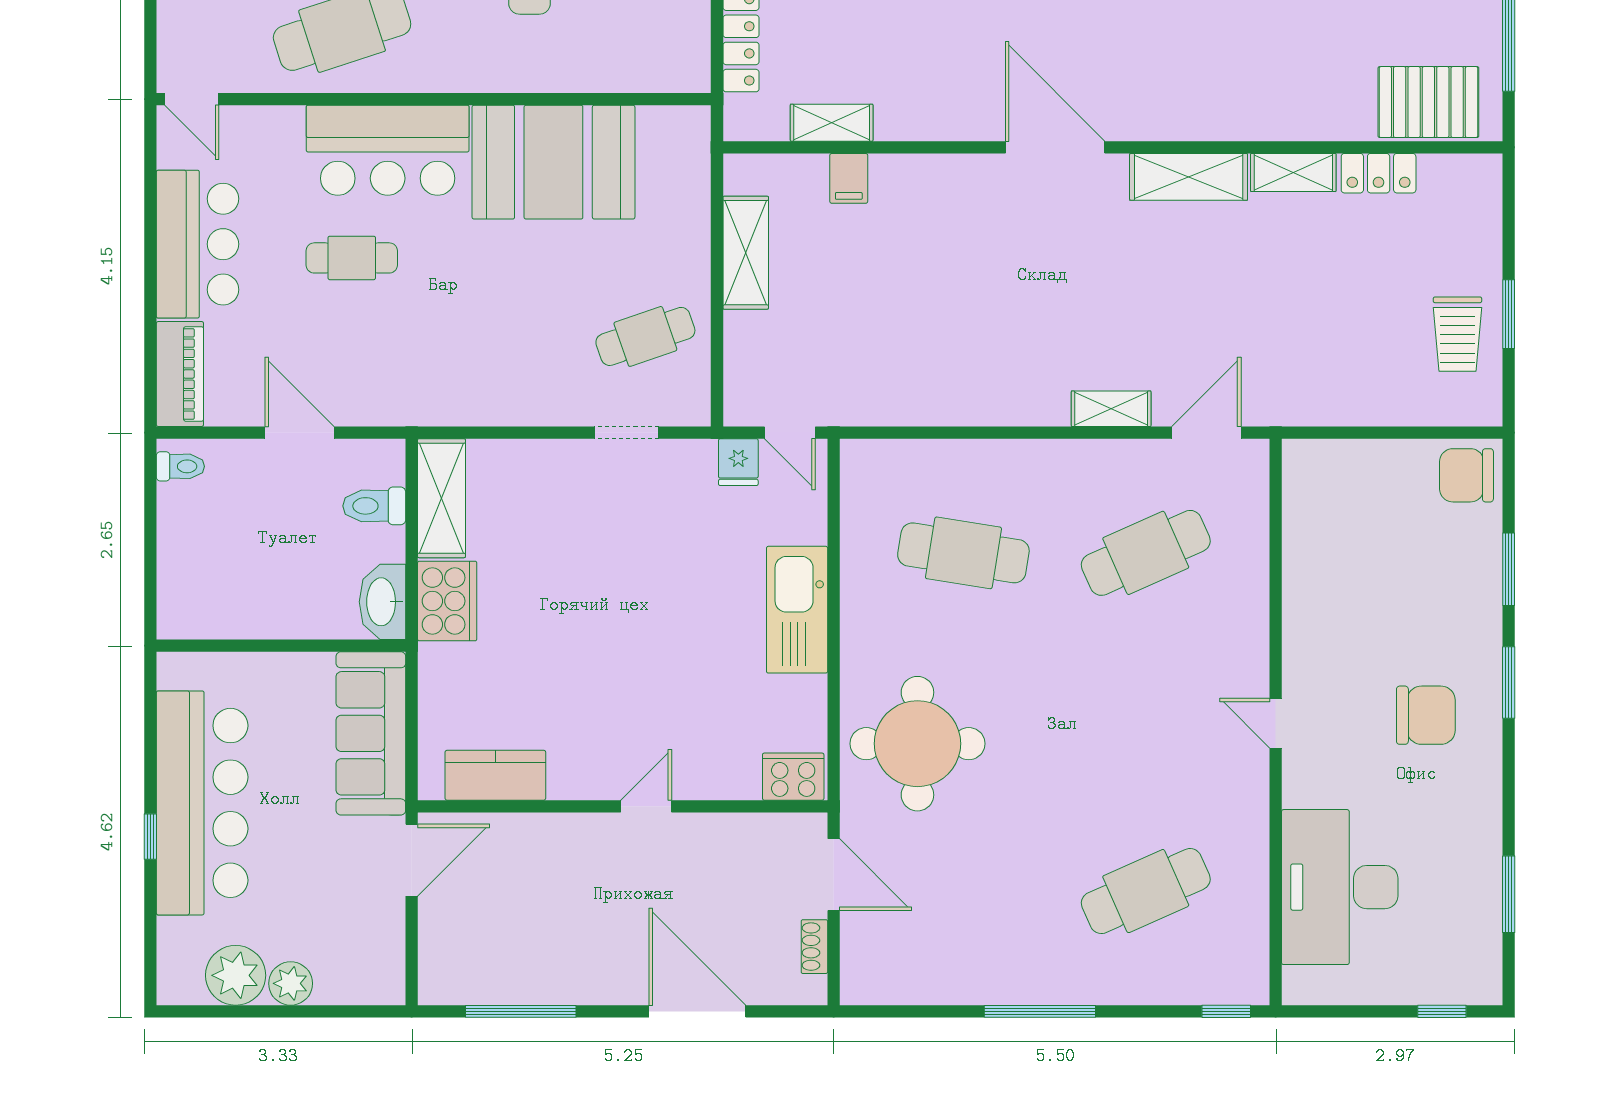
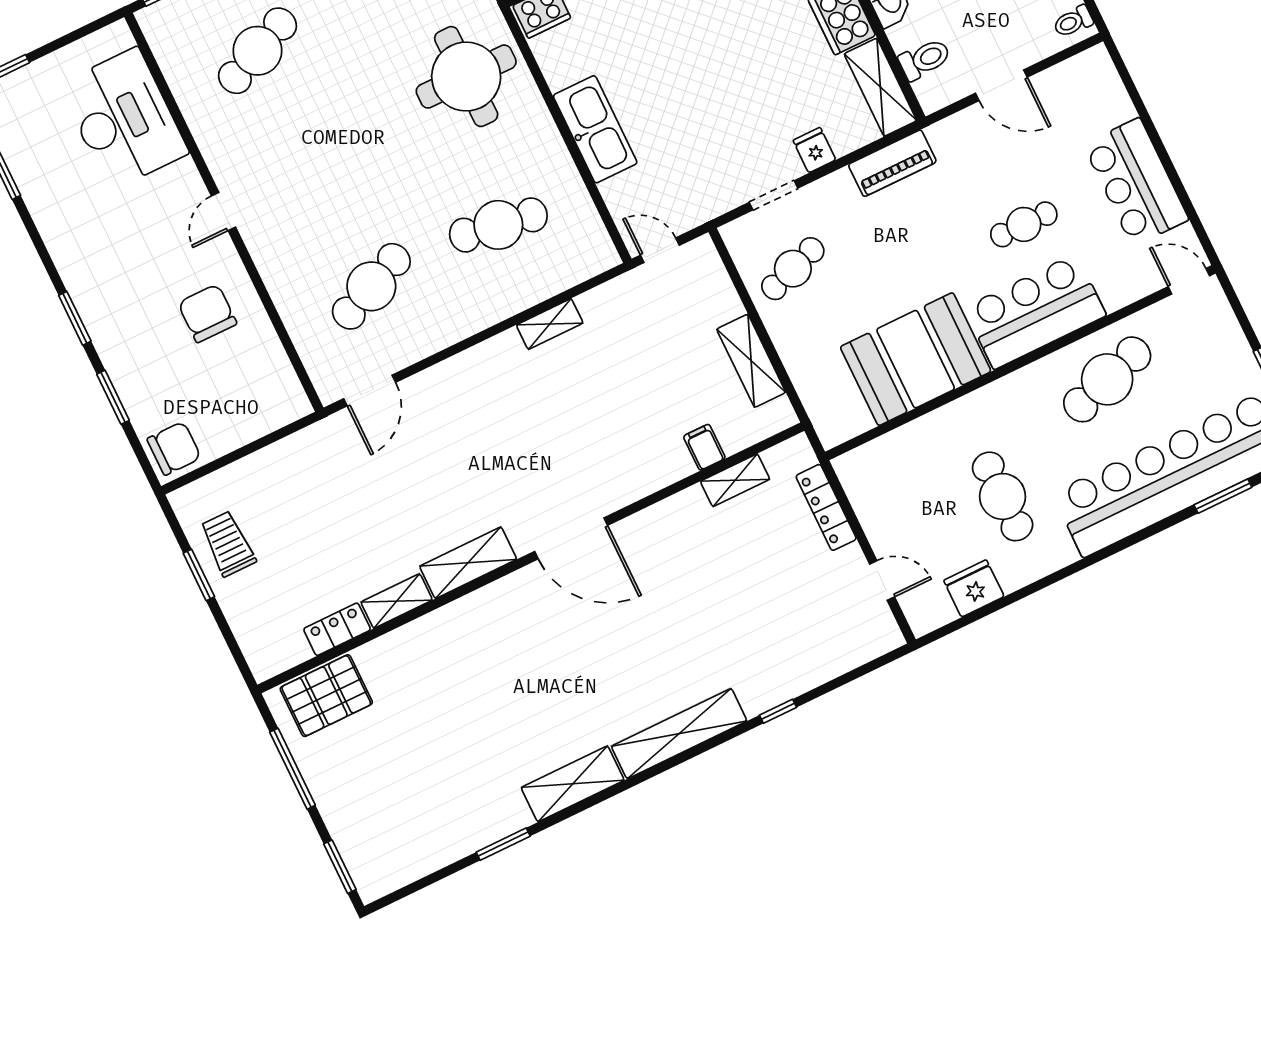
piano: (180, 374) -> (892, 163), moved, turned -90
shelving: (1111, 409) -> (550, 324), moved
fridge: (738, 462) -> (814, 150), moved
chair: (1426, 715) -> (207, 313), moved, turned 90
door: (1276, 723) -> (224, 211), swing flipped

